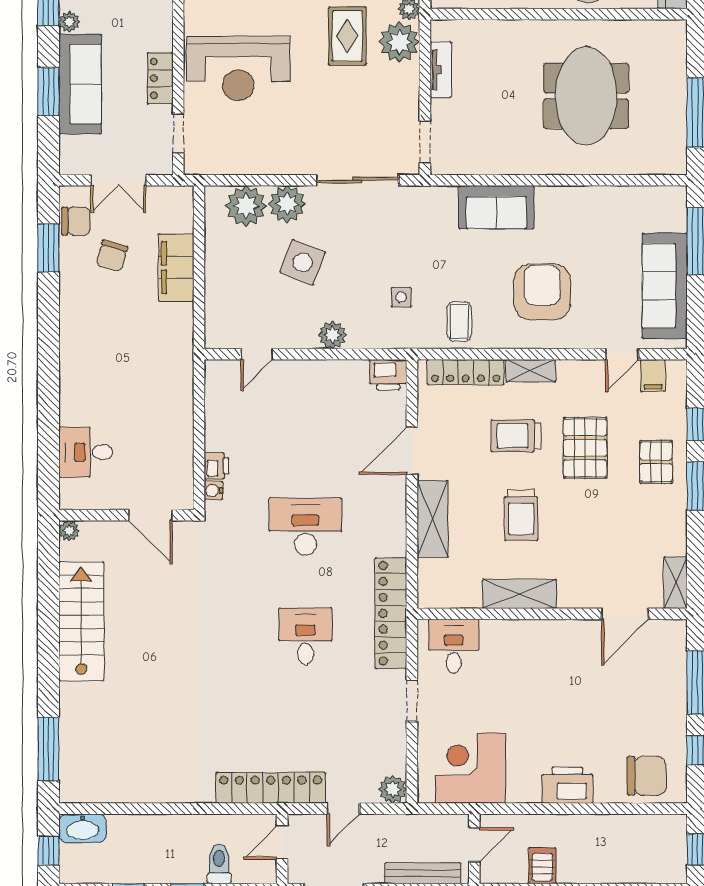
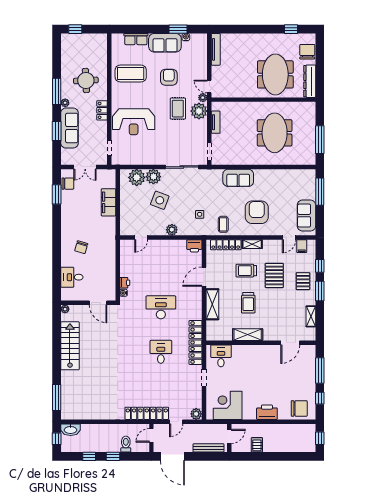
locker: (160, 78) -> (102, 110), moved
chair: (112, 256) -> (81, 247), moved
sofa: (665, 286) -> (306, 216), width x0.73
shelving: (675, 583) -> (311, 316), moved

